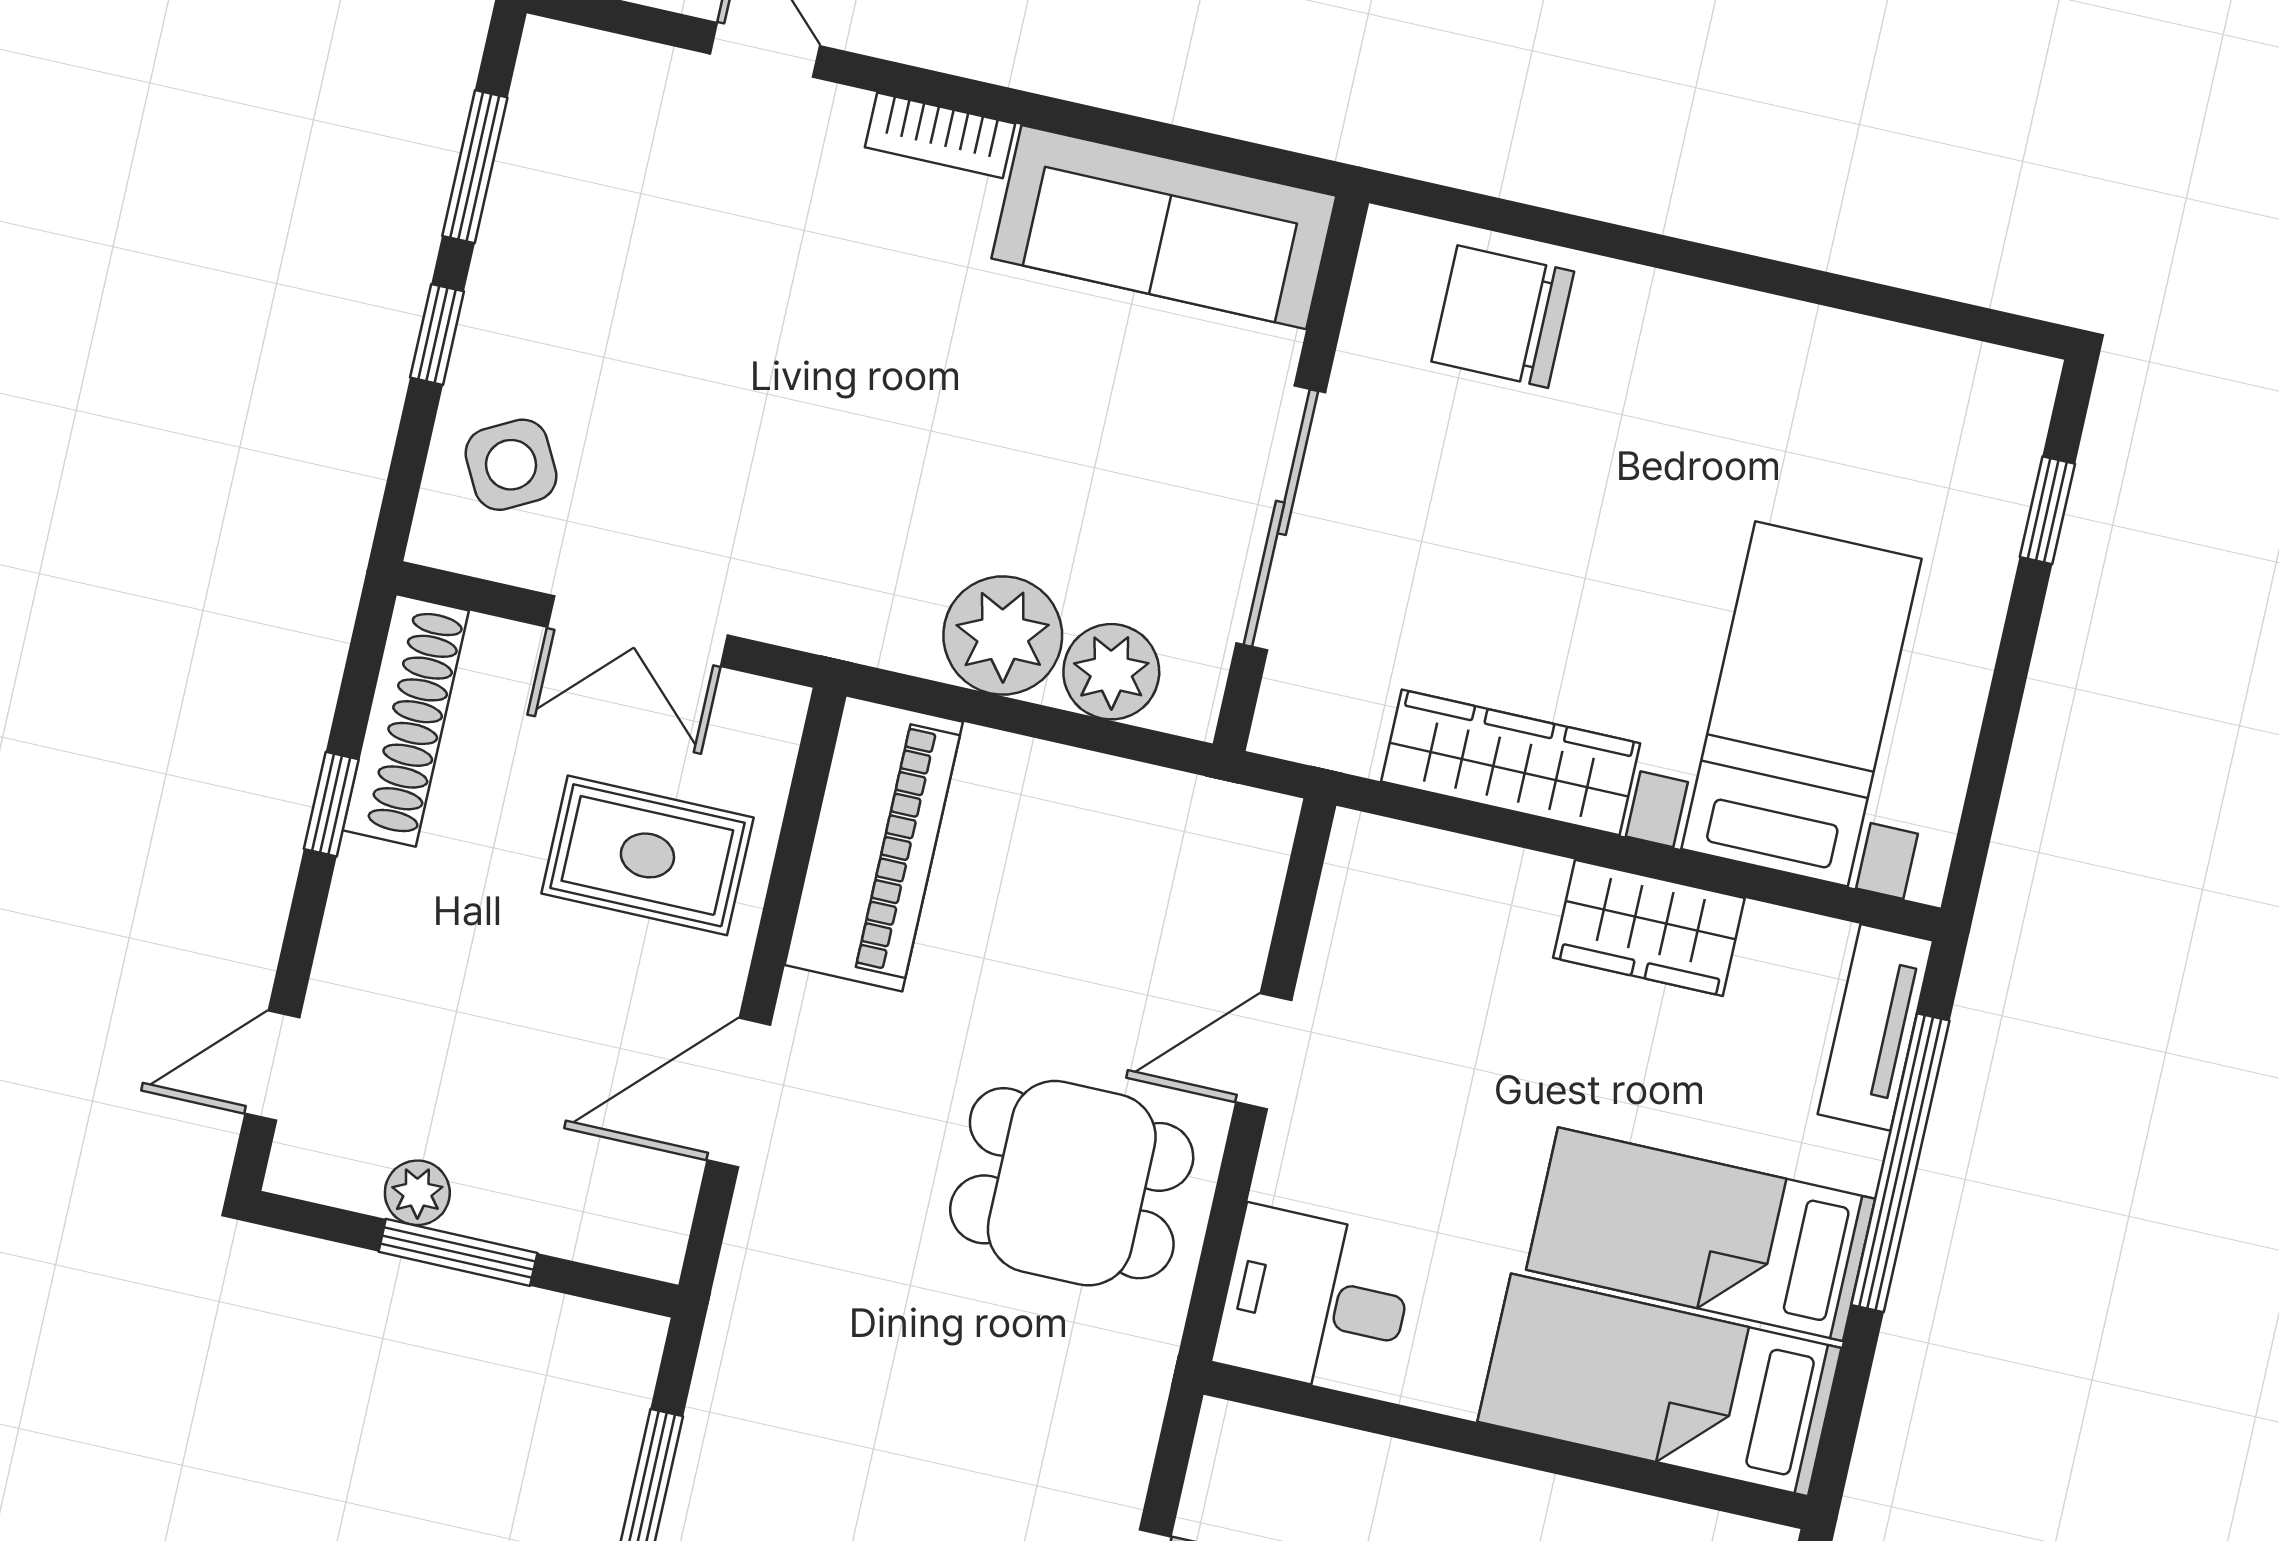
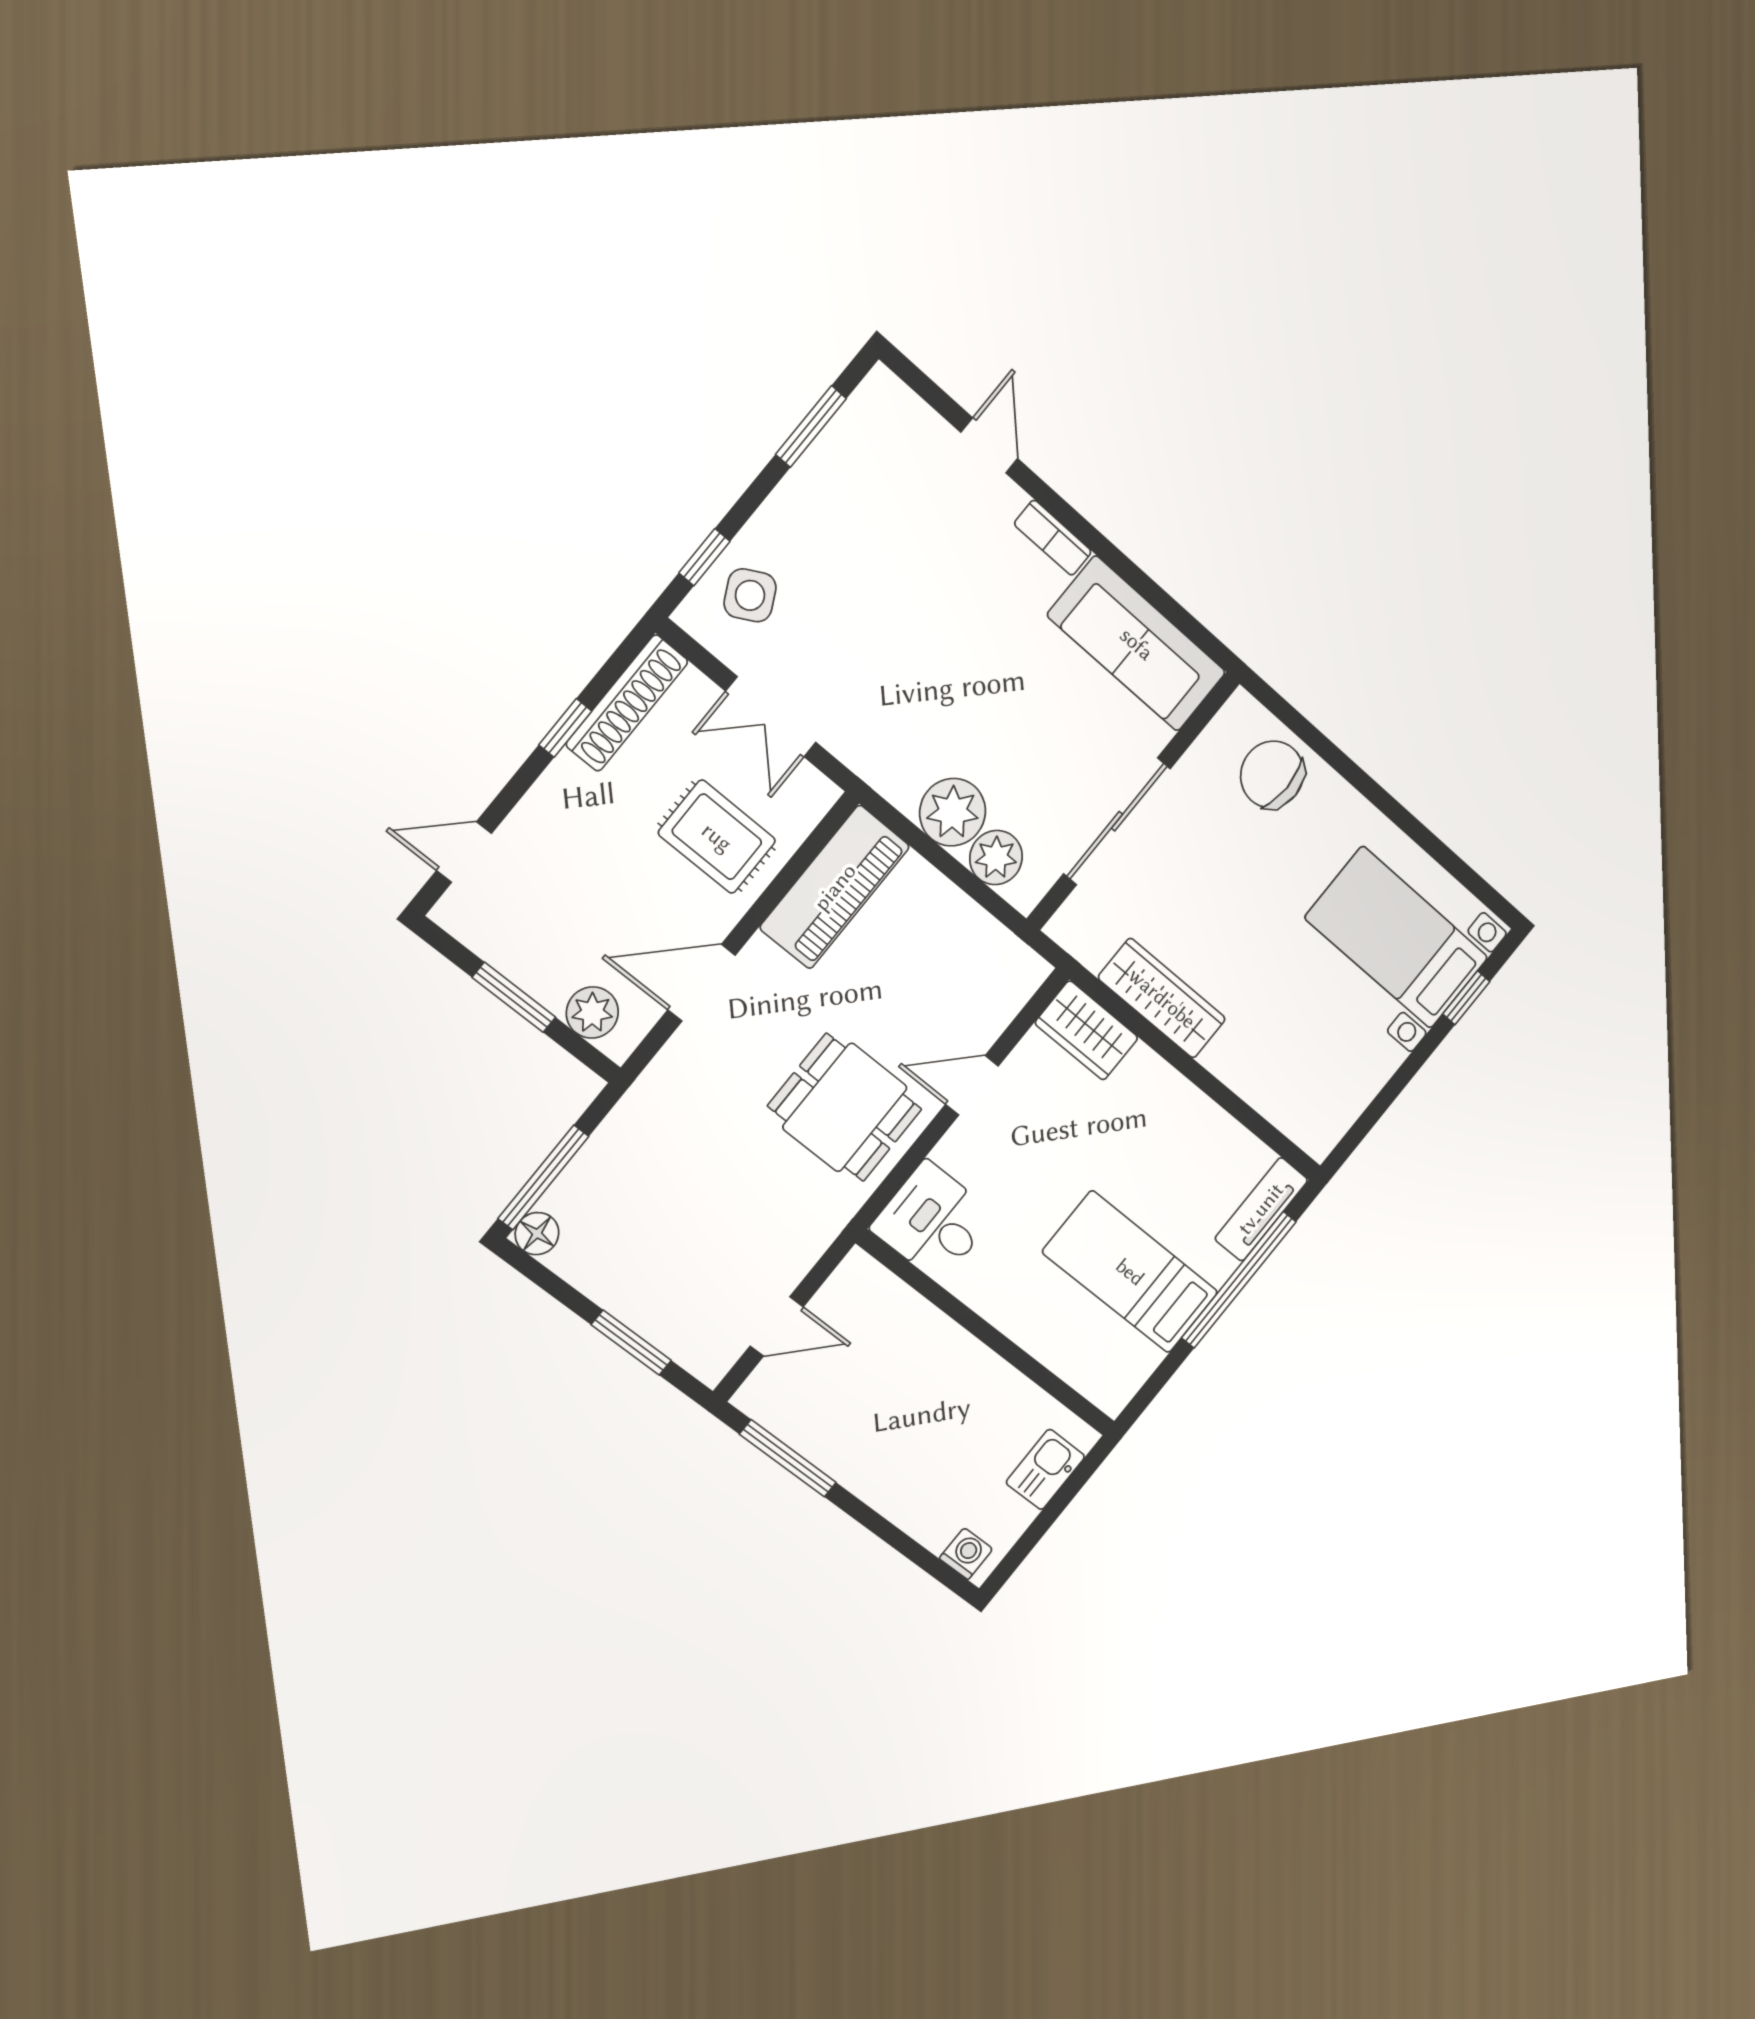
window: (437, 334) -> (704, 557), moved
bed with nightstands: (1802, 704) -> (1397, 938), moved, turned -90
wardrobe: (1649, 928) -> (1087, 1030), moved
plant: (417, 1193) -> (592, 1013), moved, width x1.38, depth x1.38
bed: (1659, 1385) -> (1074, 1337), removed

